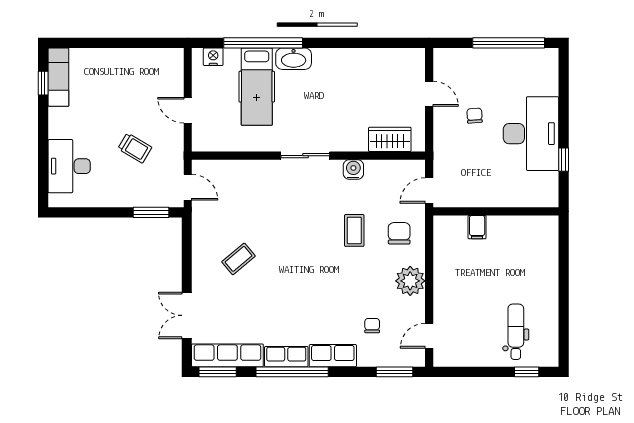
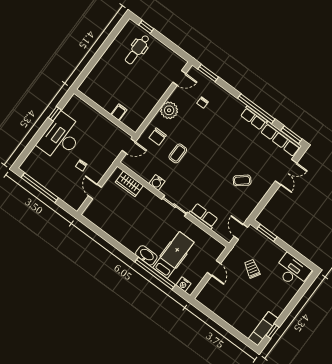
desk: (69, 166) -> (292, 271), moved, turned -90
row of seats: (333, 356) -> (204, 216), moved, turned 180

